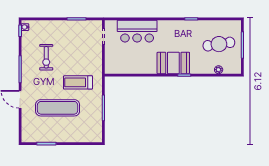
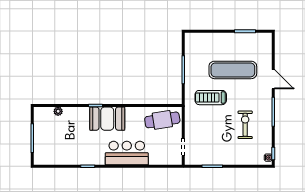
bar counter: (137, 31) -> (127, 153), moved
cafe table: (219, 44) -> (162, 120), moved
treadmill: (78, 82) -> (211, 98), turned 180

